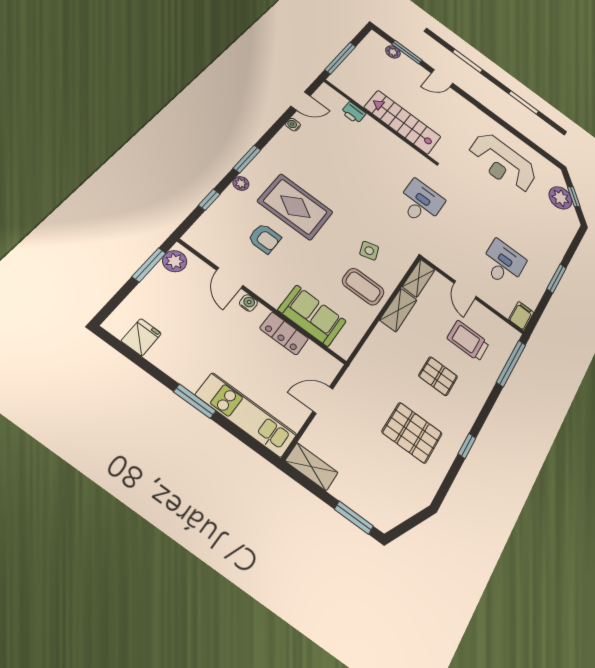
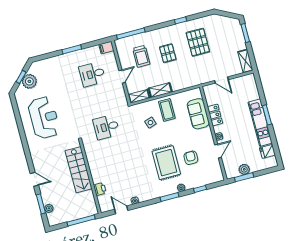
plant: (175, 261) -> (244, 169), moved
kitchen unit: (246, 415) -> (260, 123), moved

